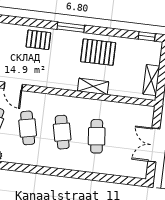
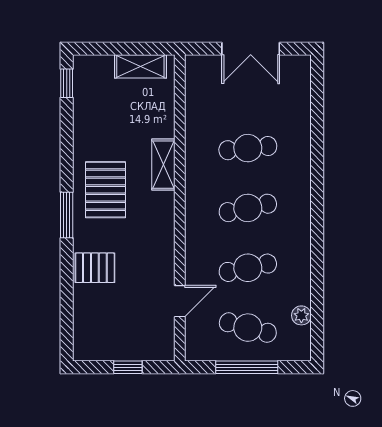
pallet: (38, 40) -> (95, 268), turned 90
pallet: (98, 52) -> (105, 190), moved

